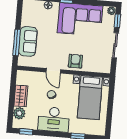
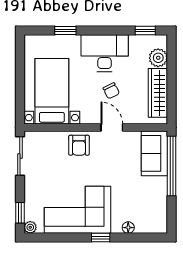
sofa: (28, 41) -> (154, 153), moved
window: (17, 42) -> (172, 166), width x1.46
sliding door: (115, 45) -> (20, 156), moved
wardrobe: (21, 96) -> (158, 93), width x1.50

